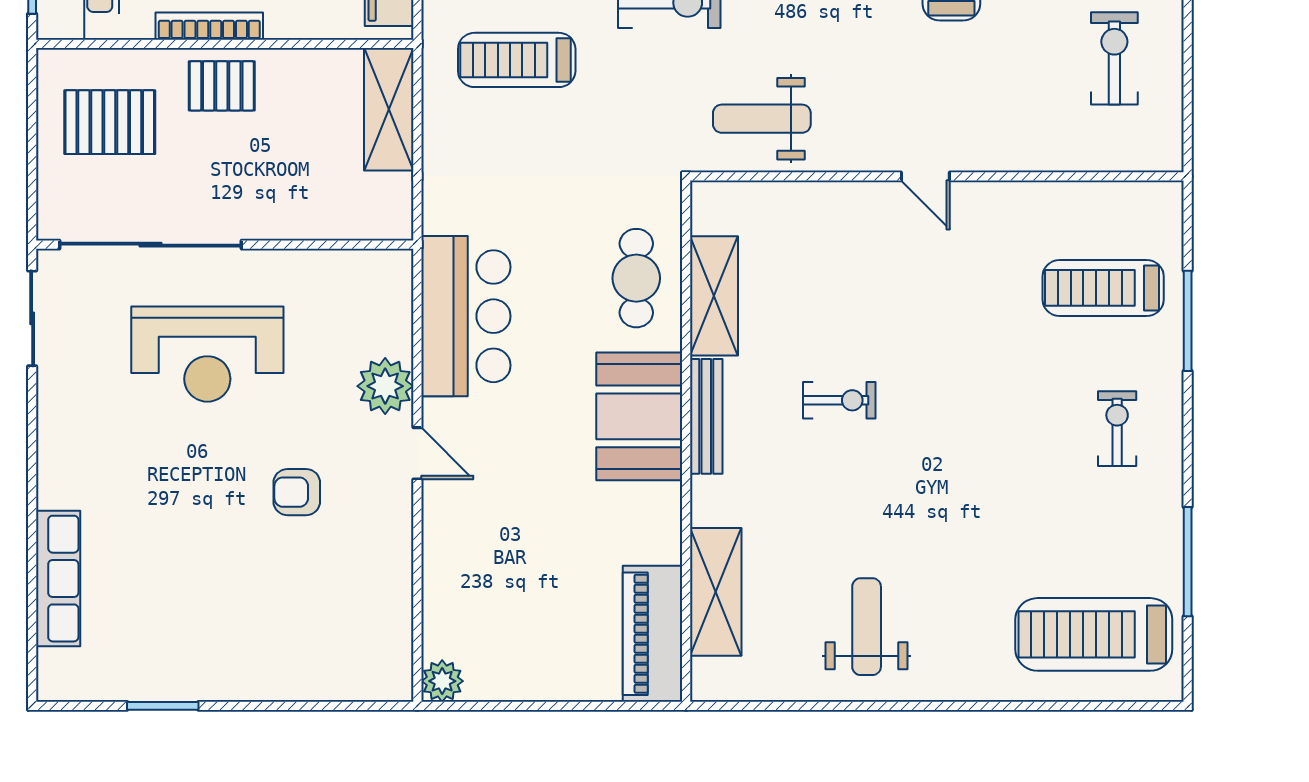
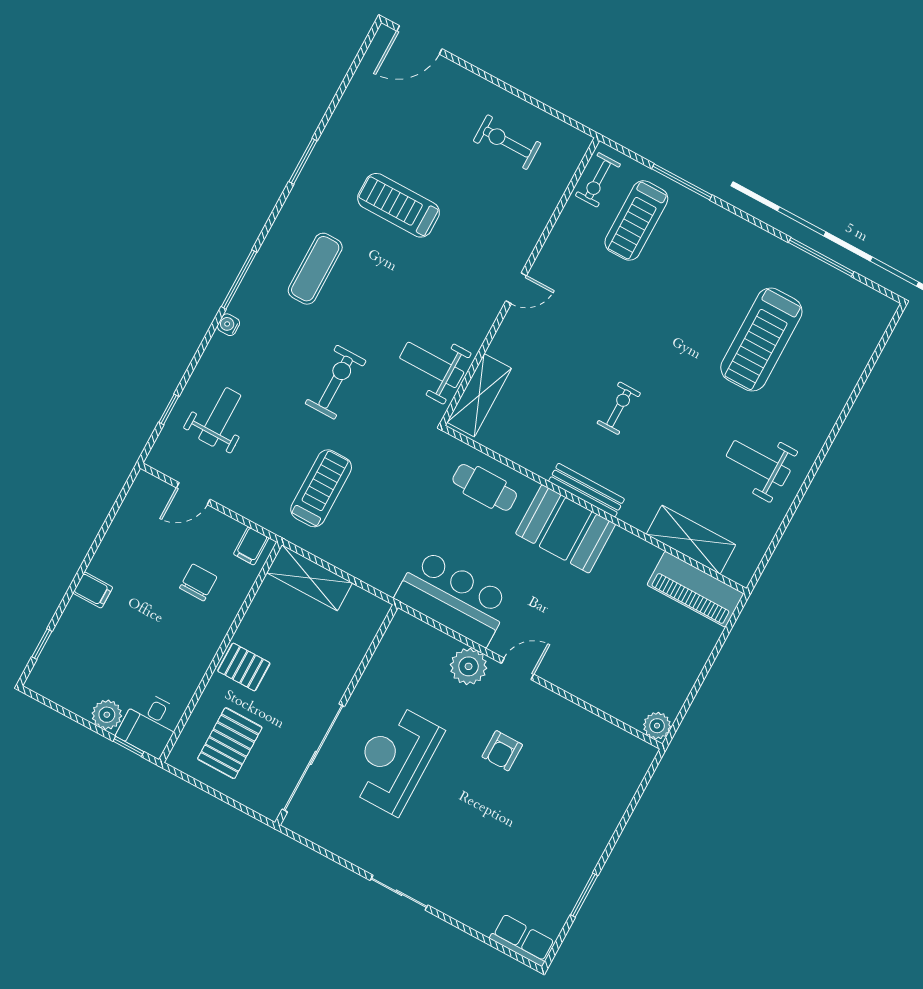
bookcase: (209, 26) -> (205, 656), removed
treadmill: (517, 60) -> (321, 488), turned 180
pallet: (222, 86) -> (244, 667), turned 90
weight bench: (762, 119) -> (432, 365), turned 90
shelving: (714, 296) -> (479, 395), moved, turned 90
sliding door: (32, 318) -> (399, 893), moved
reception desk: (207, 354) -> (394, 759), turned 180
exercise bike: (1117, 429) -> (598, 180), moved, turned -90
row of seats: (58, 579) -> (522, 940), moved, width x0.68
treadmill: (1094, 634) -> (761, 339), moved

